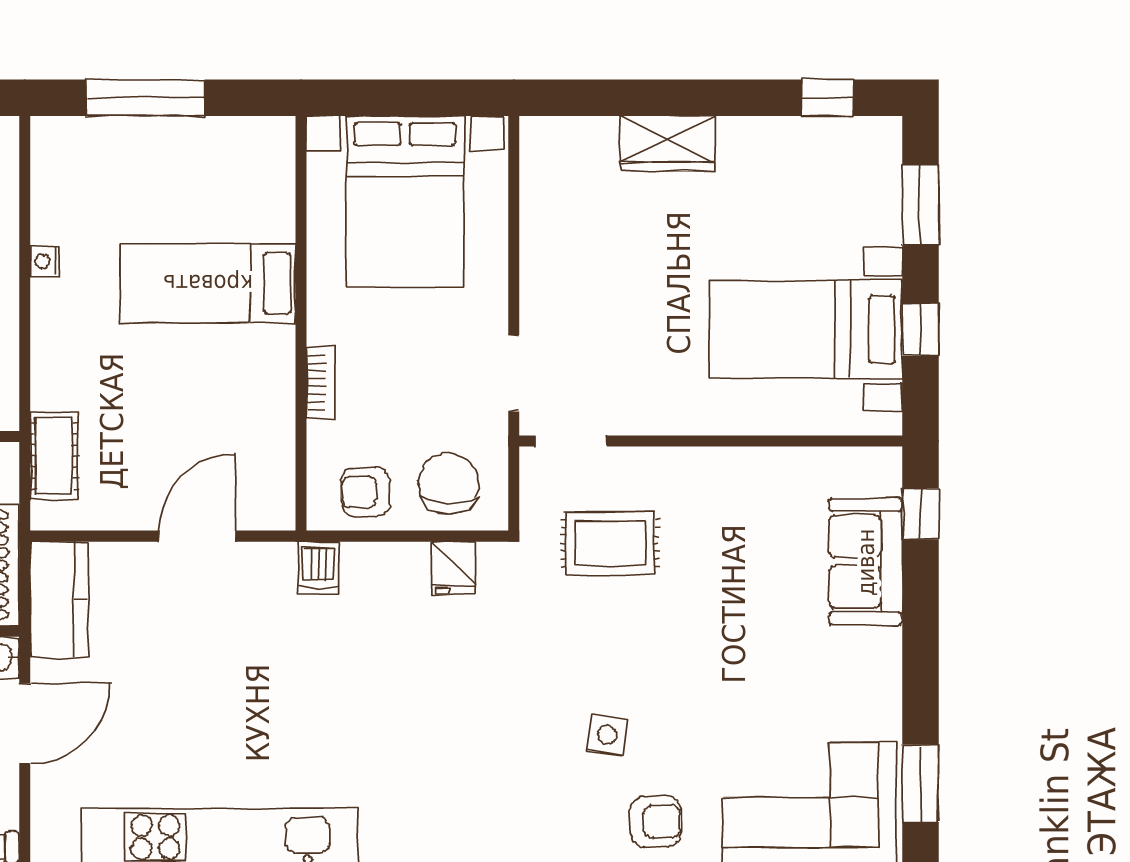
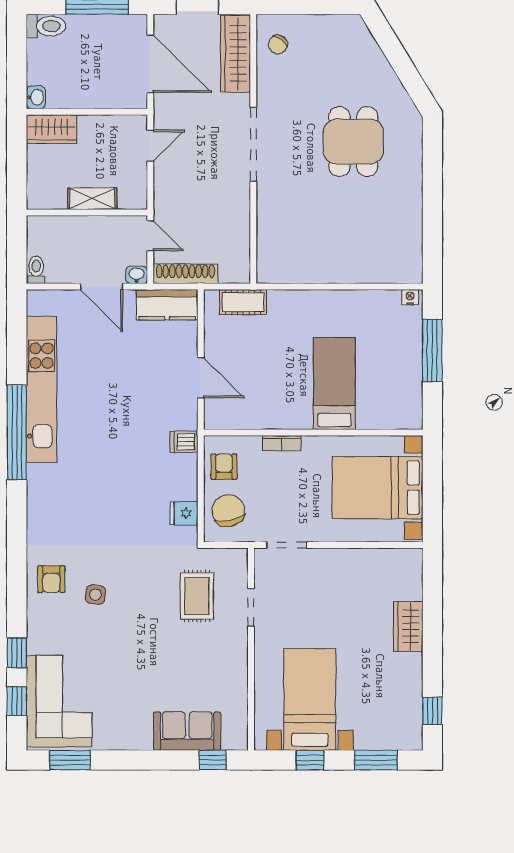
nightstand: (45, 261) -> (410, 297), moved
doorway: (571, 441) -> (251, 608), moved
chair: (449, 484) -> (228, 511), turned -102
armchair: (656, 822) -> (51, 579), moved

